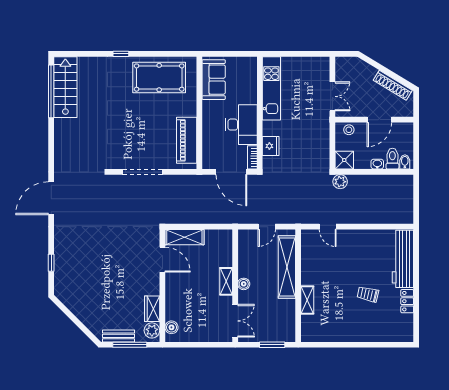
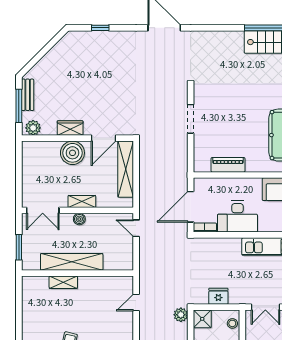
piano: (187, 140) -> (228, 165), width x0.73, depth x0.75
fridge: (271, 146) -> (218, 296), moved, turned 180
doorway: (143, 172) -> (191, 119), width x0.73
door: (267, 227) -> (136, 228), moved
shelving: (184, 237) -> (126, 169), width x1.47
shelving: (287, 267) -> (72, 262), moved
wardrobe: (152, 309) -> (70, 128), moved
boiler: (171, 327) -> (72, 153), moved, width x1.86, depth x1.86

